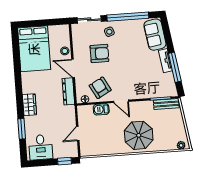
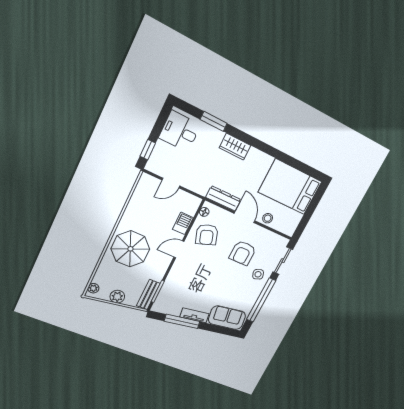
door: (73, 68) -> (244, 217), hinge flipped
armchair: (100, 88) -> (207, 235), turned 100
plant: (179, 125) -> (117, 297), added
door: (78, 134) -> (171, 183), swing flipped

